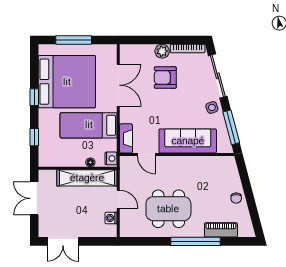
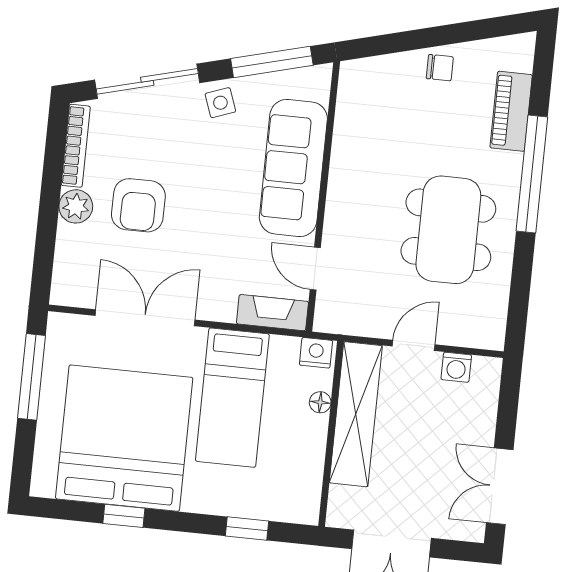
window: (74, 40) -> (31, 377), moved
window: (34, 97) -> (124, 516), moved
door: (146, 154) -> (315, 269), swing flipped
double door: (63, 241) -> (500, 486), swing flipped

